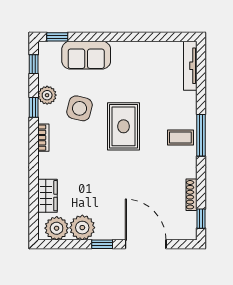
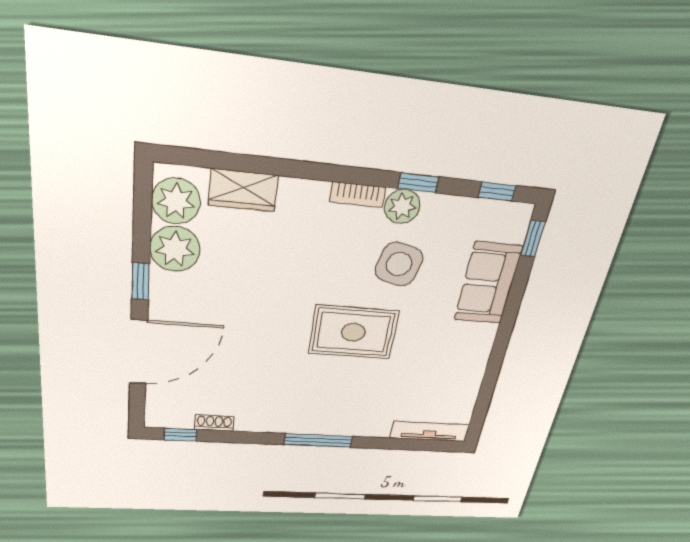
plant: (47, 95) -> (402, 207), moved
coffee table: (180, 138) -> (320, 413), removed
shoe rack: (191, 195) -> (214, 423), width x0.70

